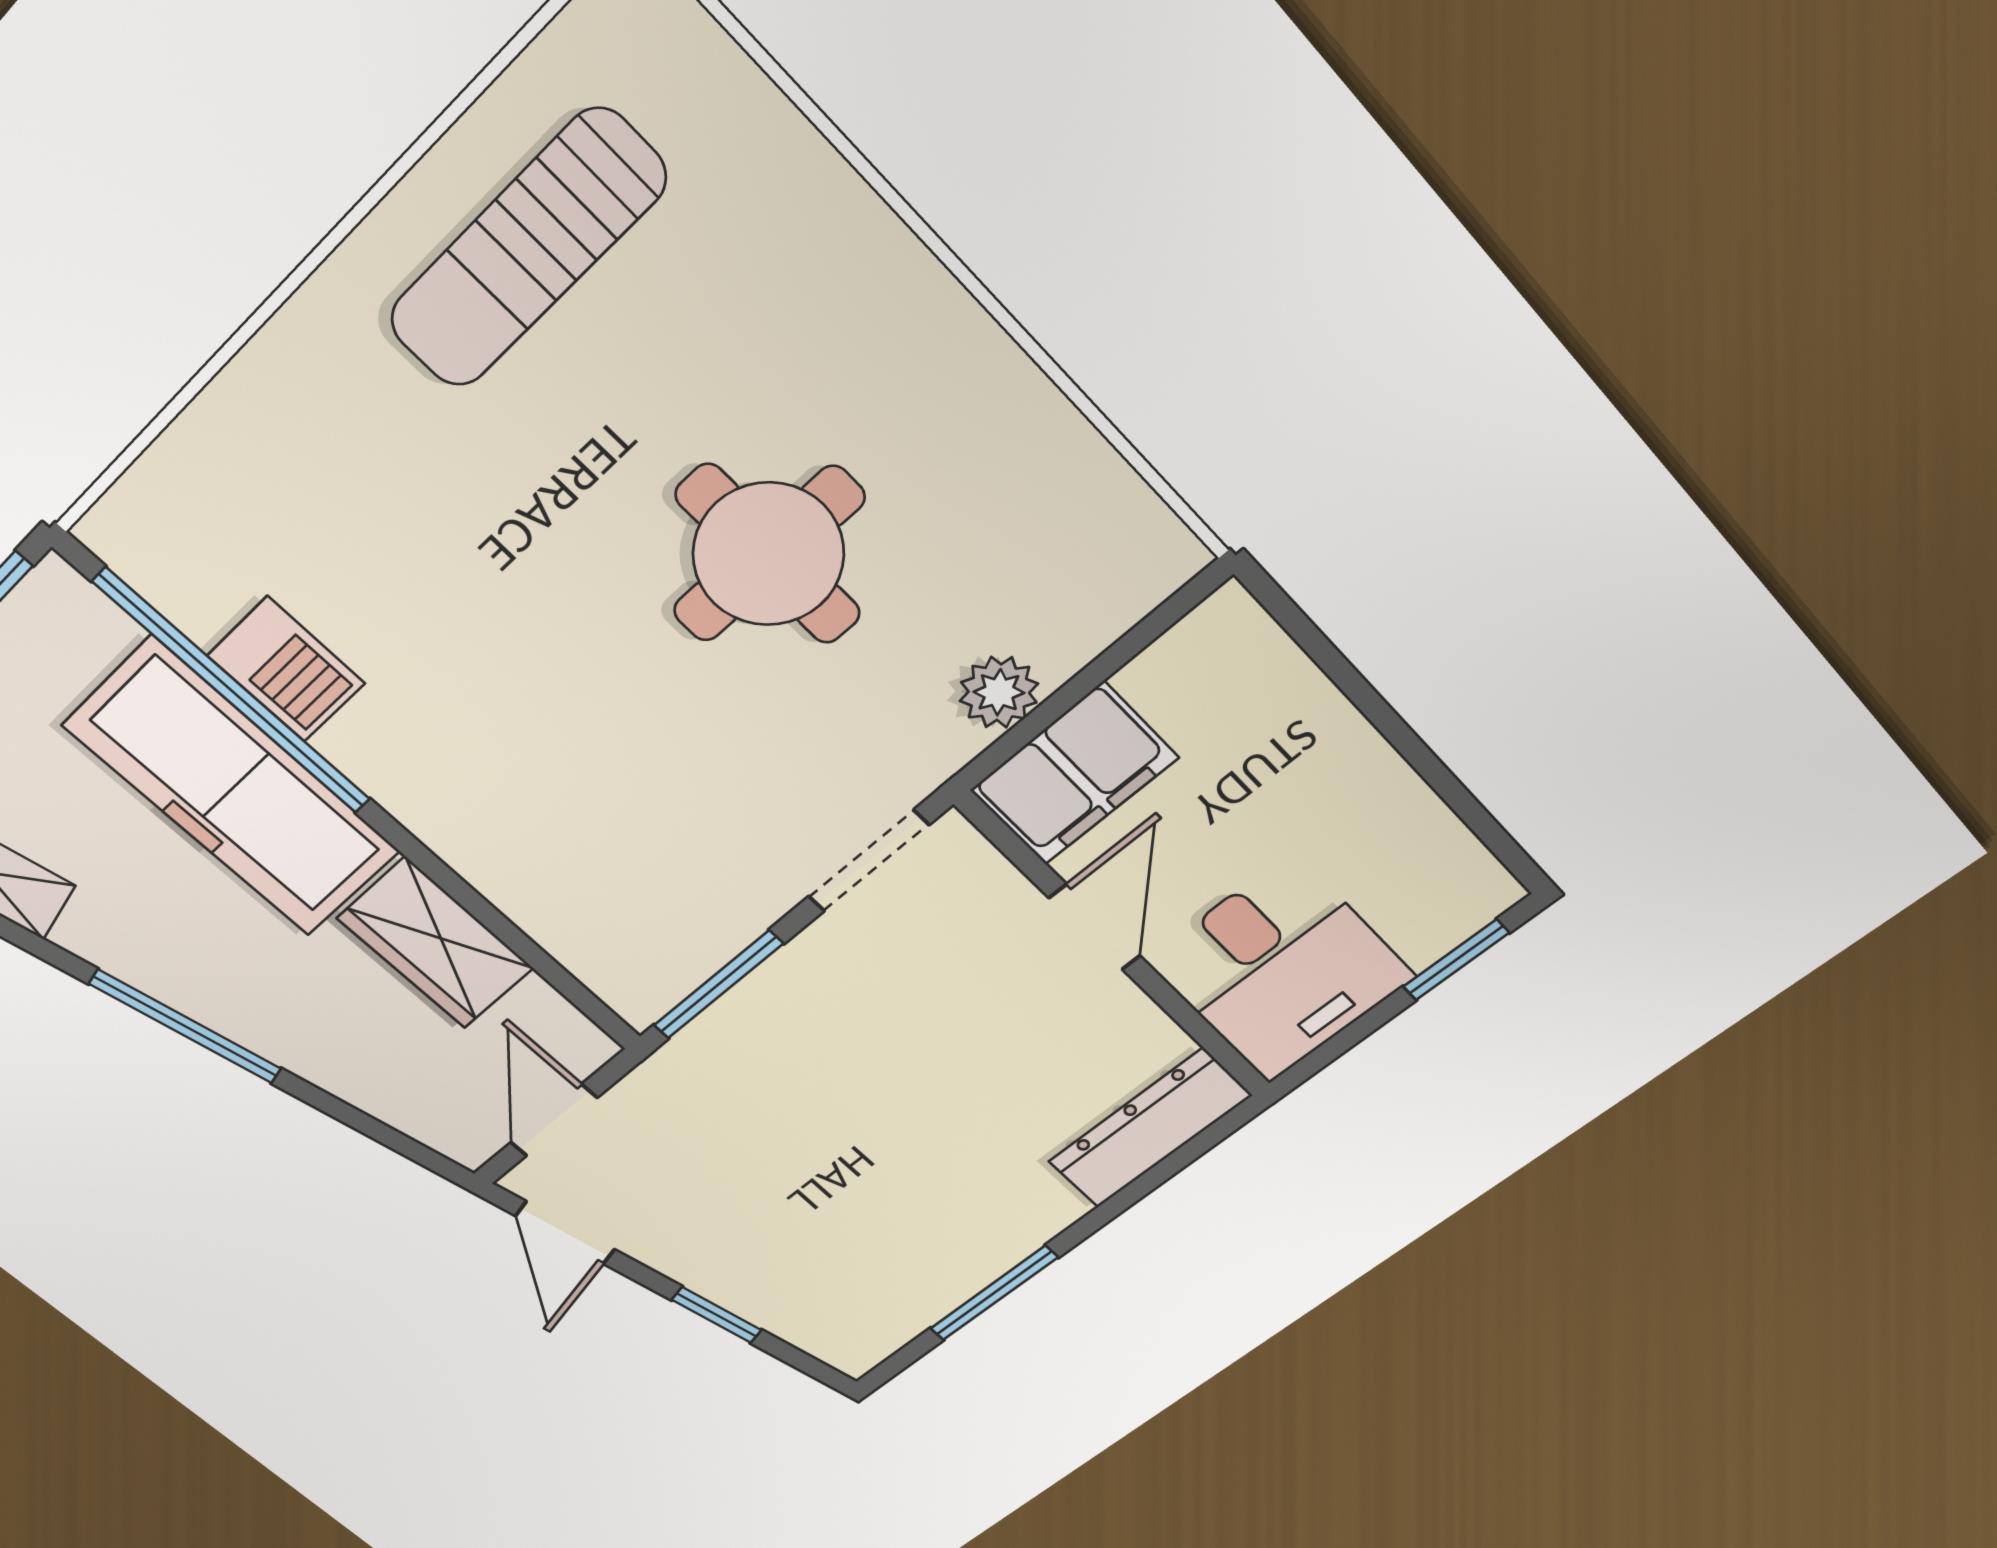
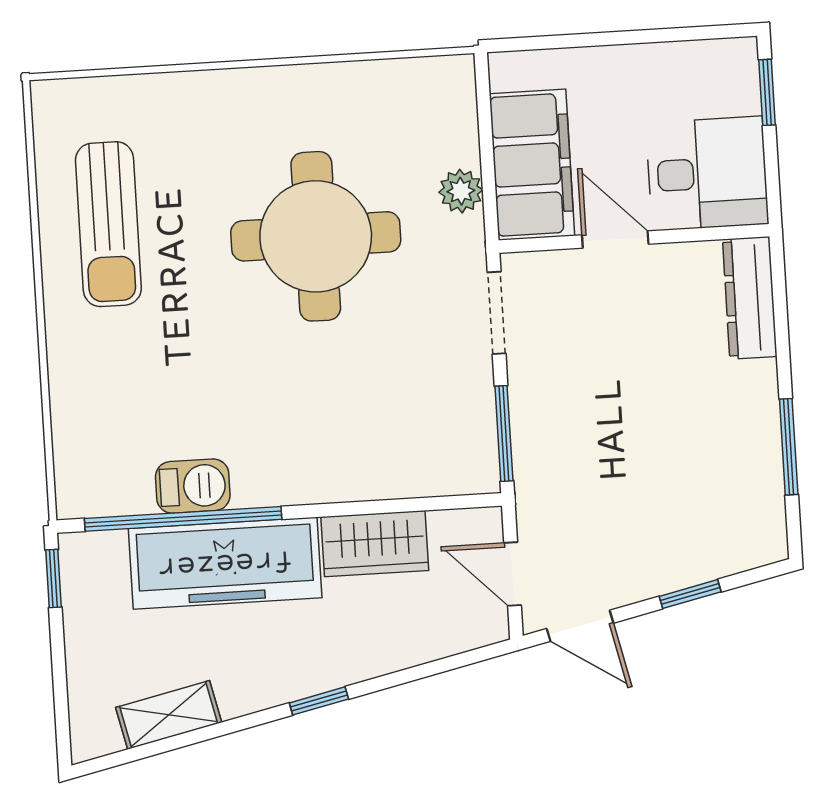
round table: (768, 554) -> (316, 236), width x1.36, depth x1.36
filing cabinet: (1074, 774) -> (532, 165), width x1.50, depth x1.17
window: (186, 1027) -> (319, 701), width x0.46

